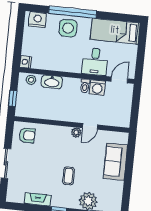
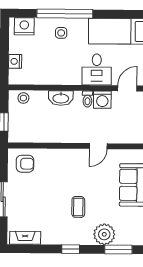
side table: (68, 28) -> (61, 33), width x0.54, depth x0.54
nightstand: (26, 62) -> (15, 61), moved
washbasin: (52, 82) -> (61, 98), moved
plant: (76, 132) -> (82, 155), removed
fireplace: (38, 199) -> (25, 238), moved

